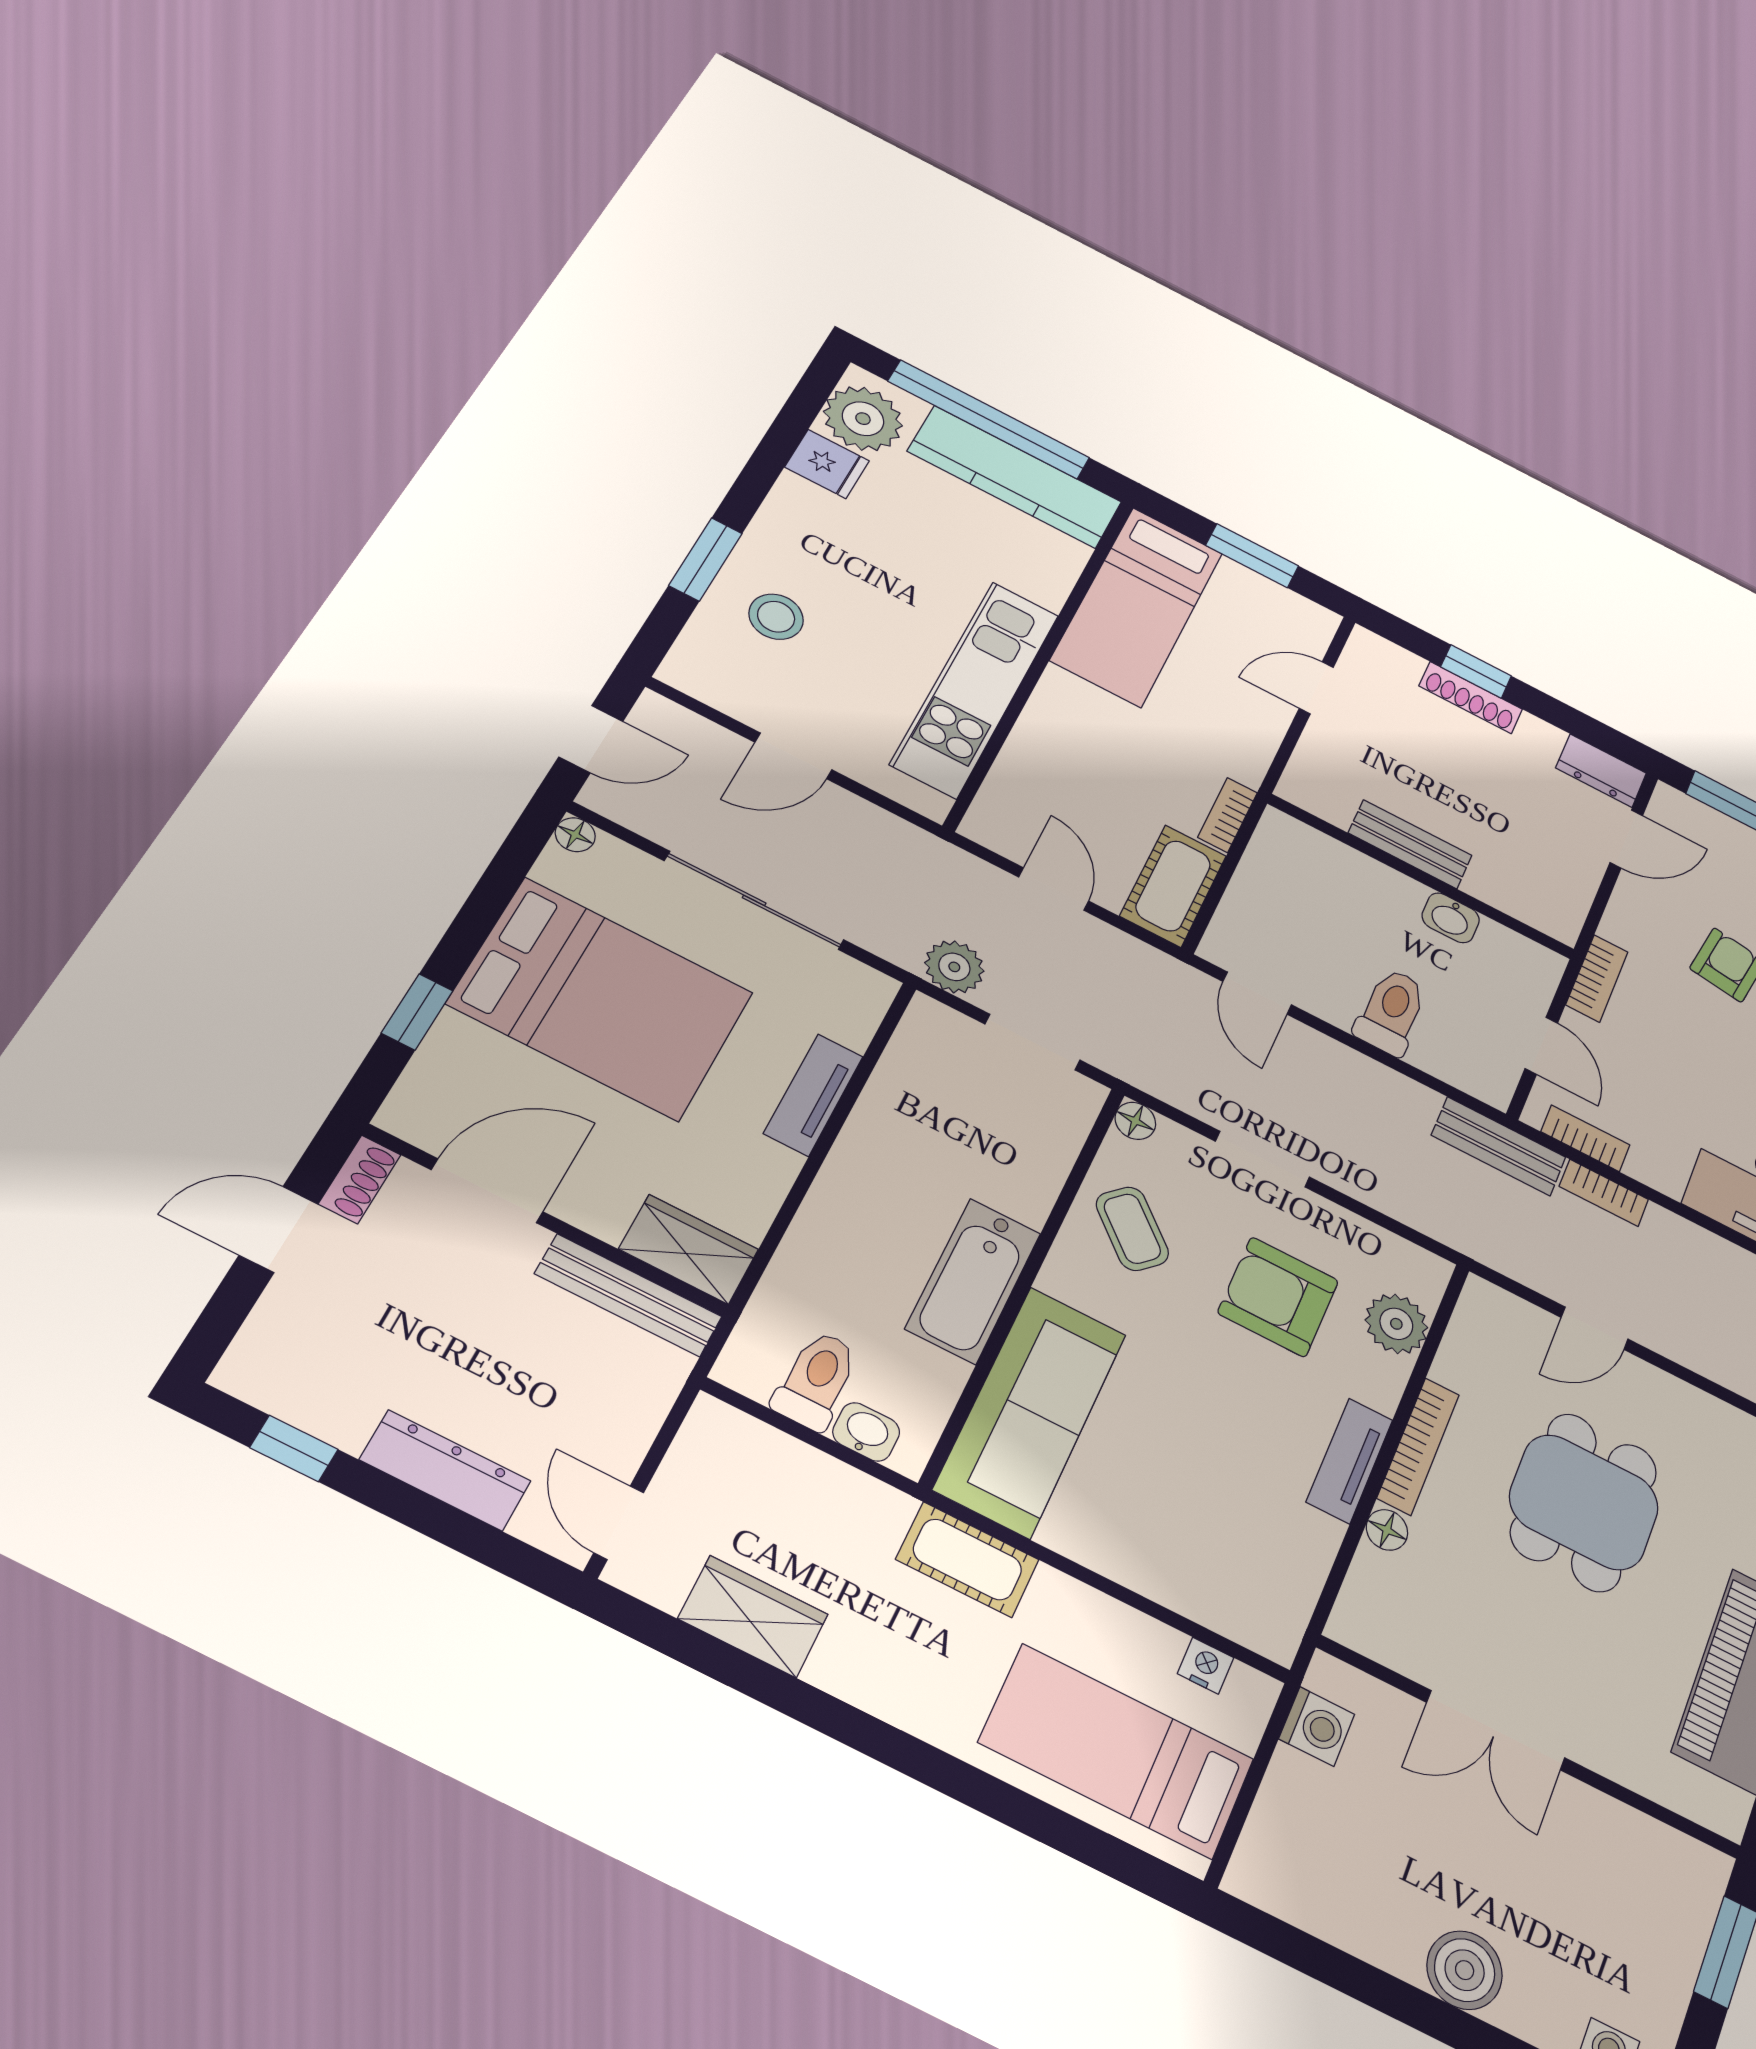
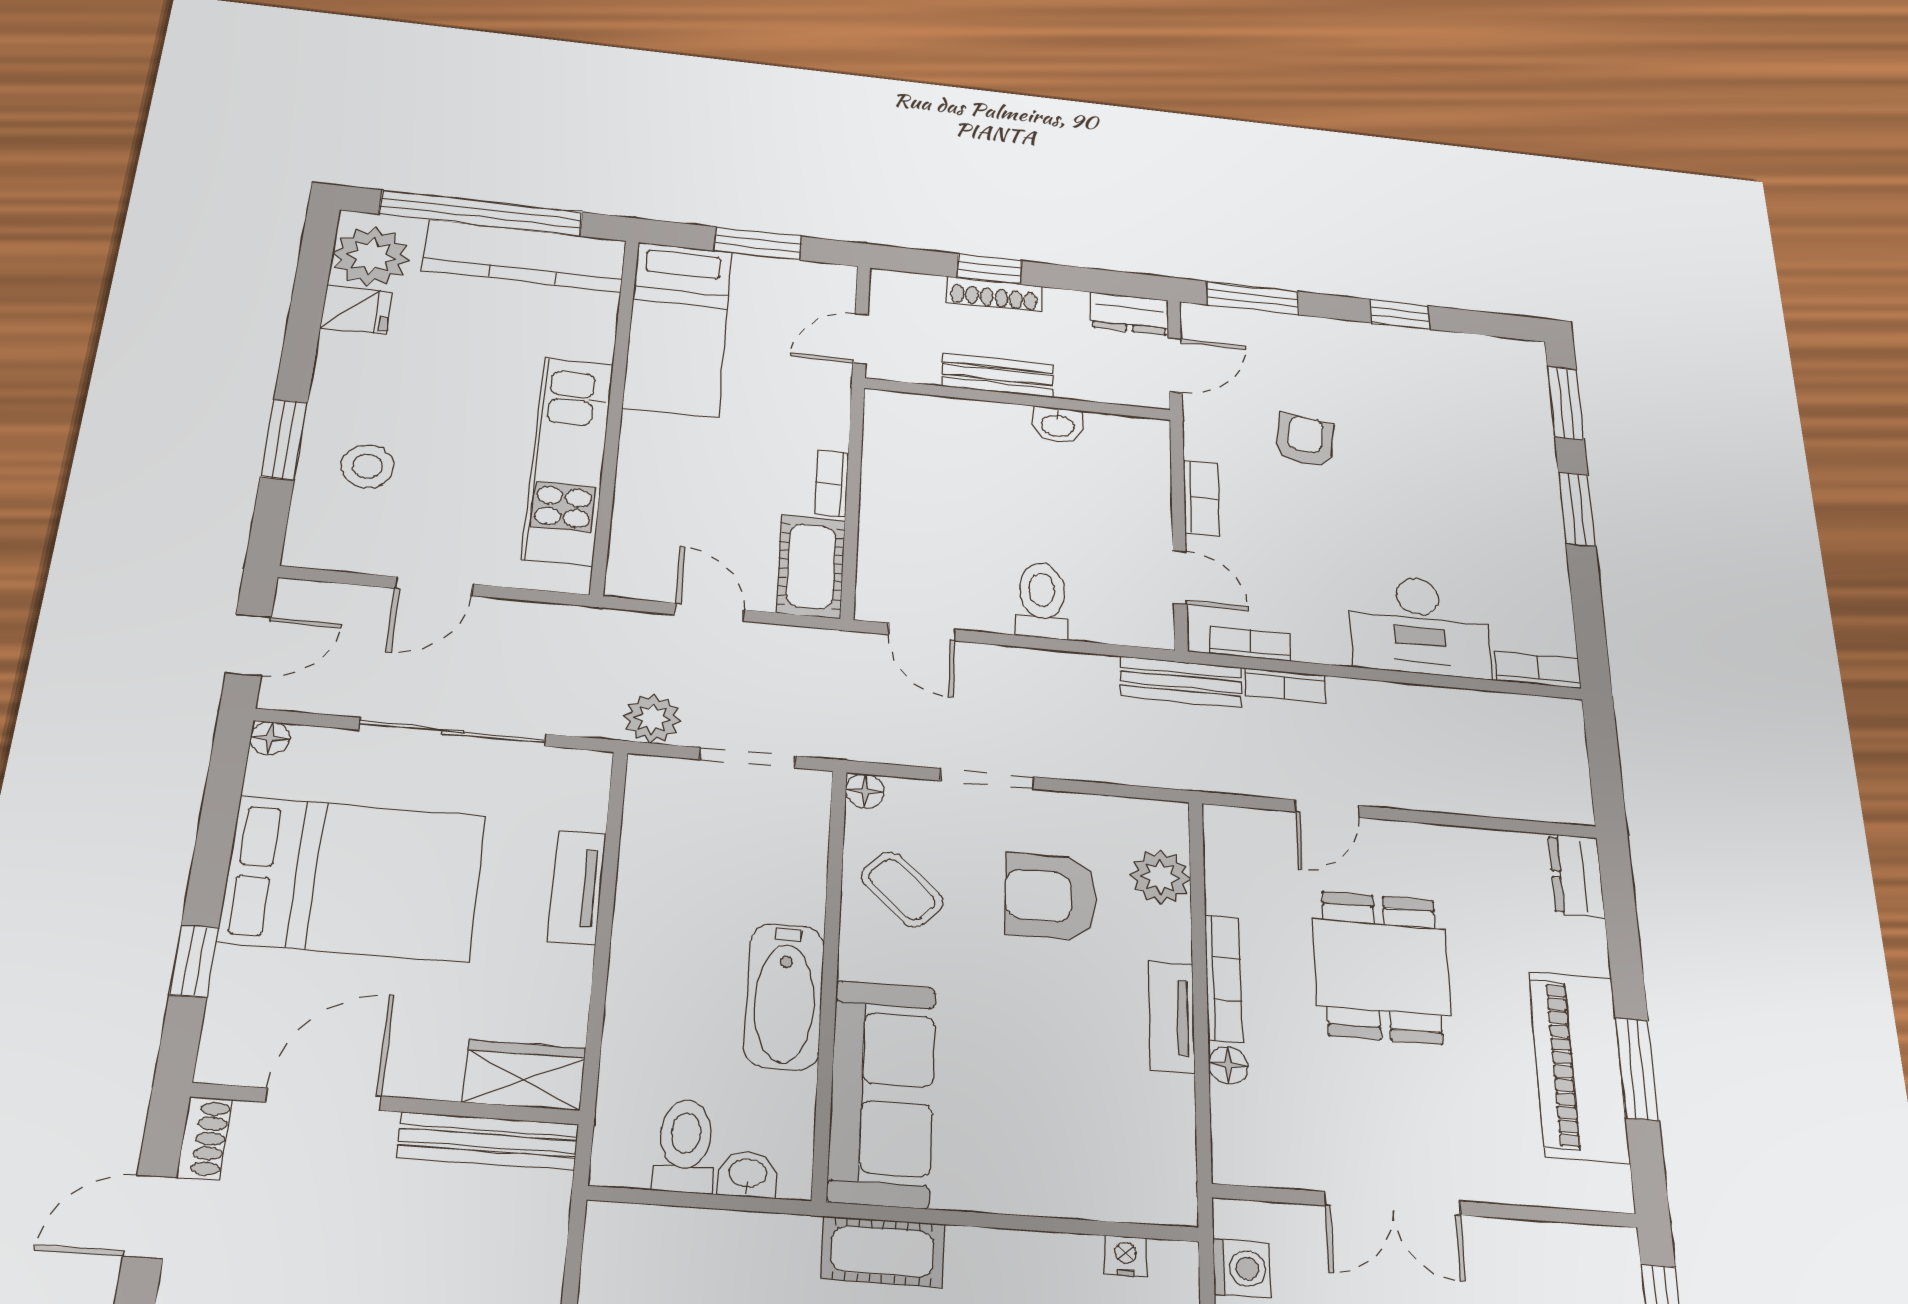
bench: (1410, 844) -> (998, 375), moved
wall: (1421, 877) -> (1018, 399), moved
washbasin: (1451, 918) -> (1058, 425), moved

